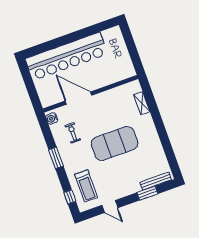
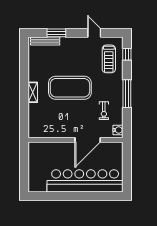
door: (78, 98) -> (88, 140), hinge flipped
shelving: (142, 103) -> (33, 92), moved
window: (56, 158) -> (127, 94), width x1.44
treadmill: (86, 186) -> (109, 59), turned 180

